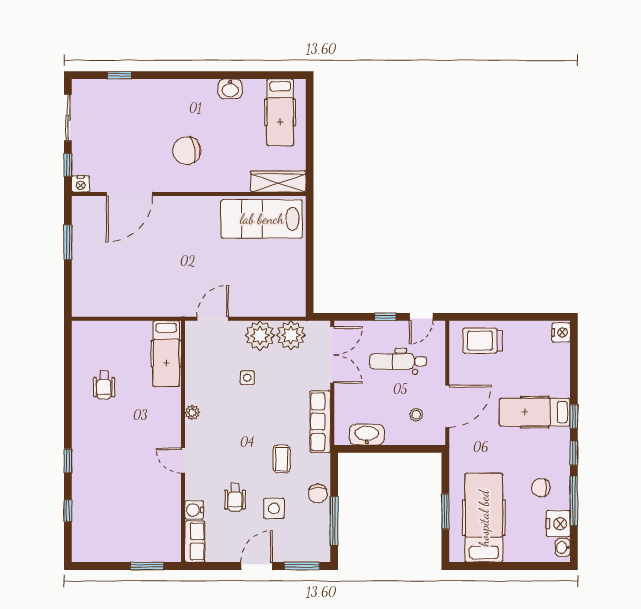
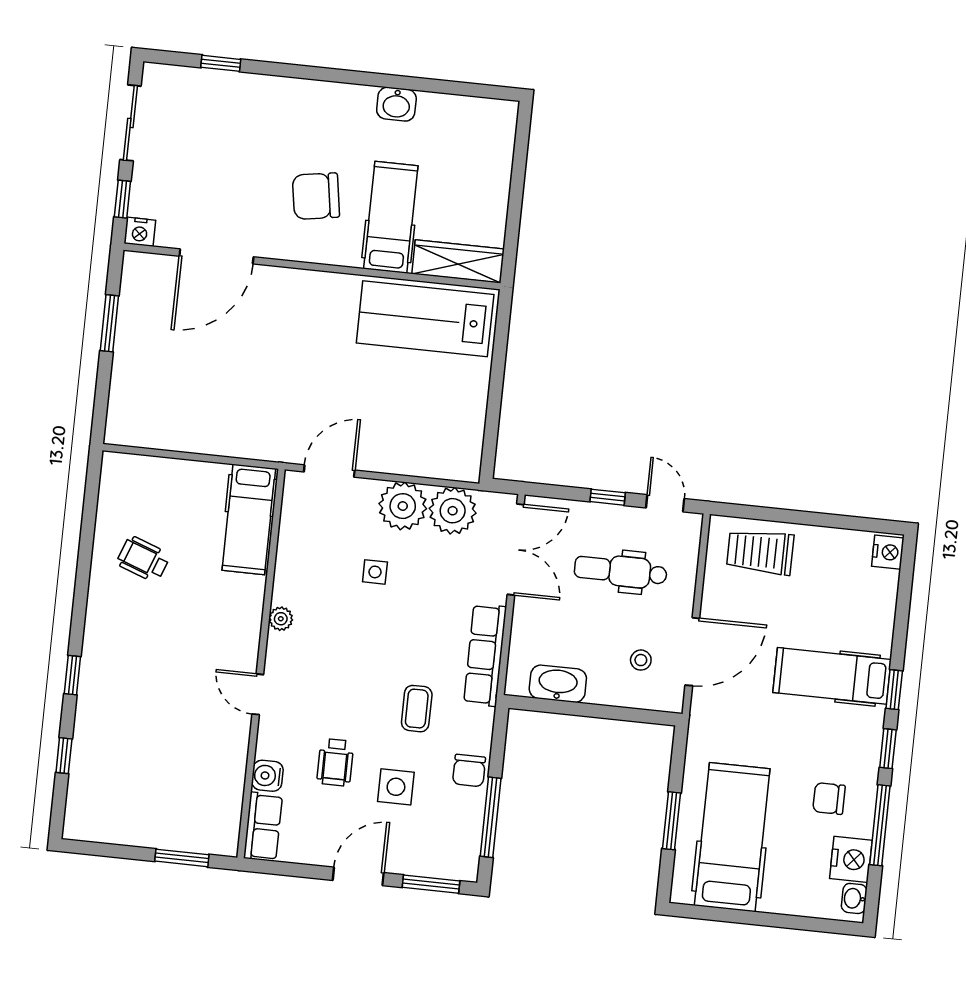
hospital bed: (280, 112) -> (391, 217), moved, turned 180
door: (421, 317) -> (665, 503), swing flipped
wheelchair: (104, 385) -> (143, 559), turned 110

